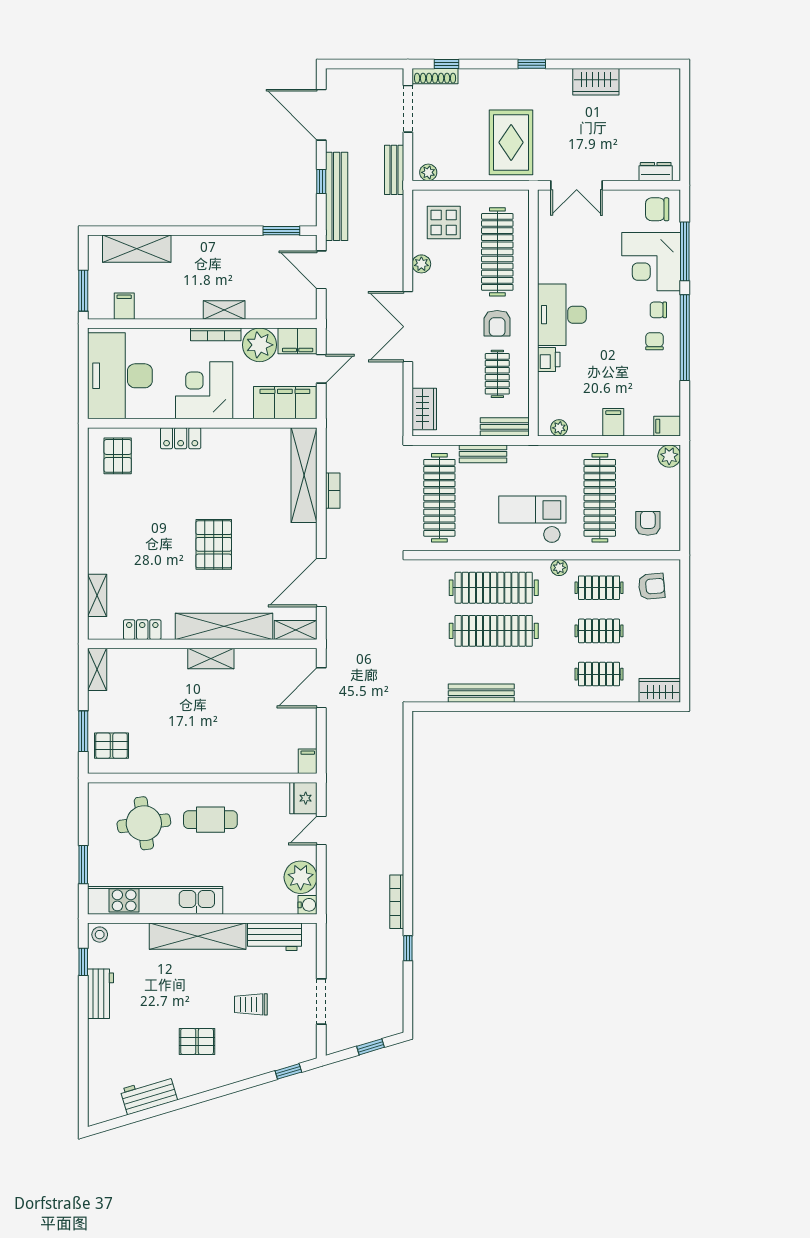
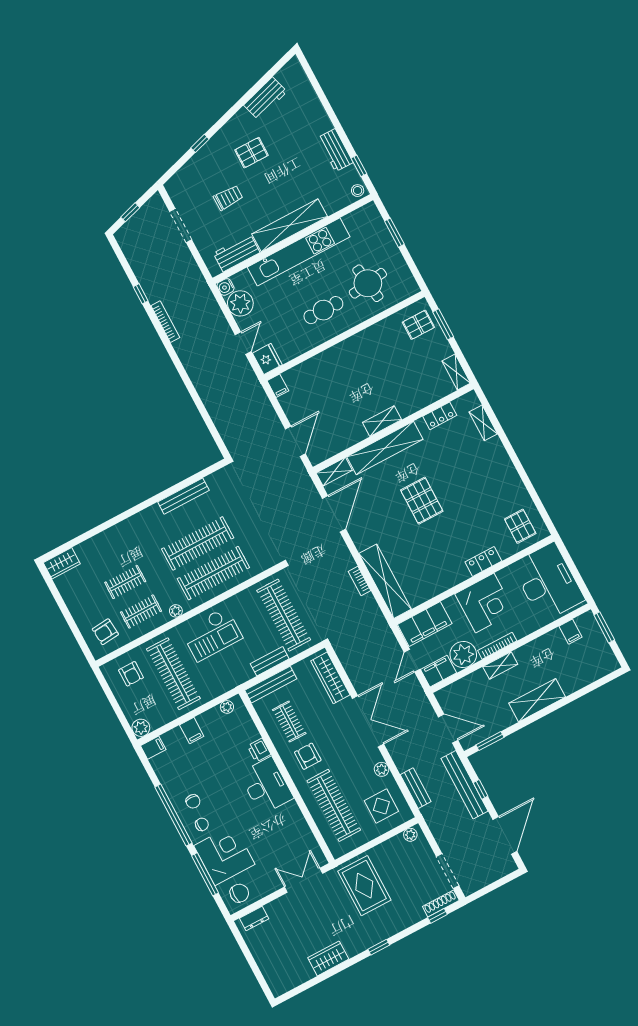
door: (321, 115) -> (505, 835), hinge flipped
bench: (394, 170) -> (416, 788), moved
shelving: (137, 249) -> (537, 700), moved
wardrobe: (424, 409) -> (330, 678), width x1.50
bench: (505, 427) -> (271, 685), width x1.36
clothes rail: (599, 674) -> (109, 552), removed
kitchen unit: (155, 900) -> (299, 252), moved
window: (288, 1071) -> (200, 143), moved

